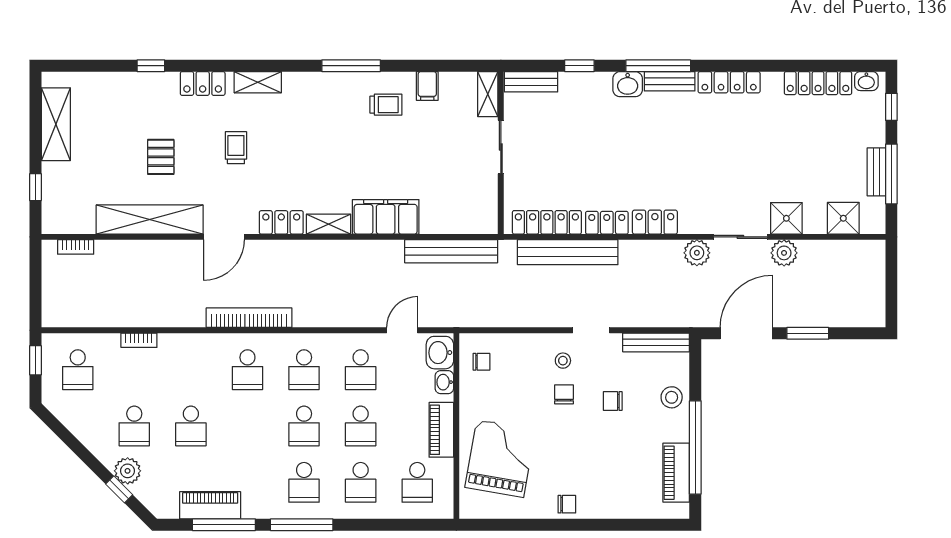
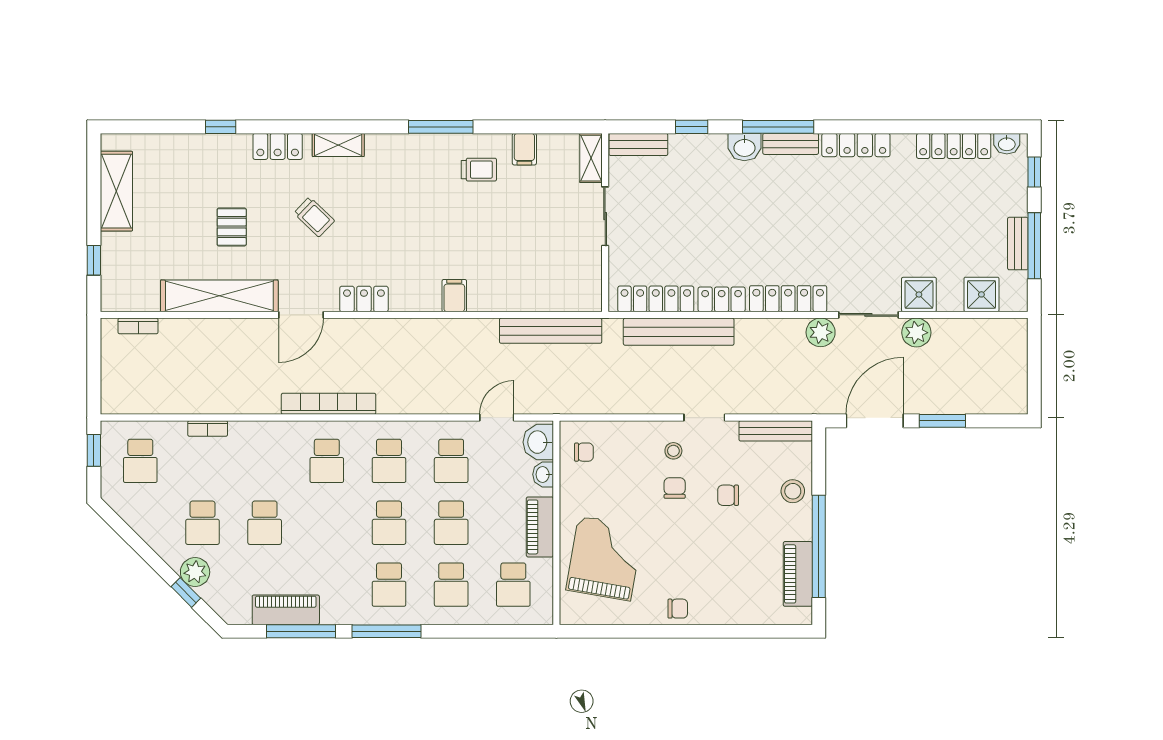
trolley: (236, 148) -> (314, 217), turned 134
filing cabinet: (386, 217) -> (454, 296), width x0.33, depth x0.86
locker: (655, 222) -> (788, 299), width x1.53
shelving: (328, 224) -> (416, 301), removed

